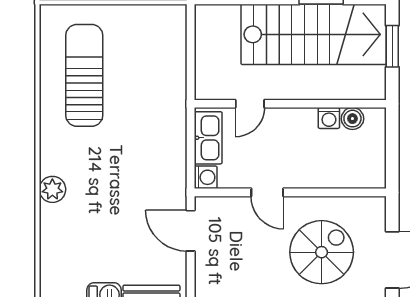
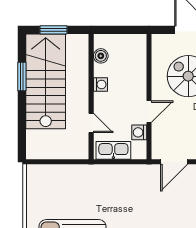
washing machine: (329, 118) -> (100, 84), moved
washing machine: (206, 177) -> (139, 132), moved, turned -90

